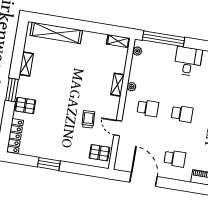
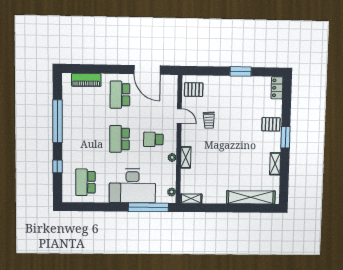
desk: (188, 61) -> (132, 186), width x1.87, depth x1.30
school desk: (182, 114) -> (120, 139), width x1.85
locker: (15, 136) -> (277, 88), width x0.66
school desk: (175, 158) -> (120, 95), width x1.85

